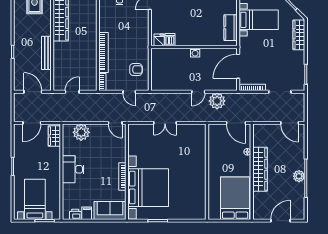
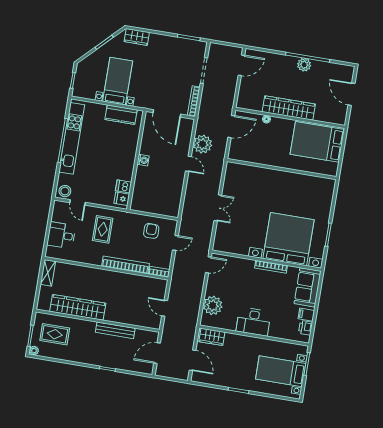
rug: (130, 28) -> (103, 229), added
wardrobe: (299, 35) -> (137, 37), width x0.67

